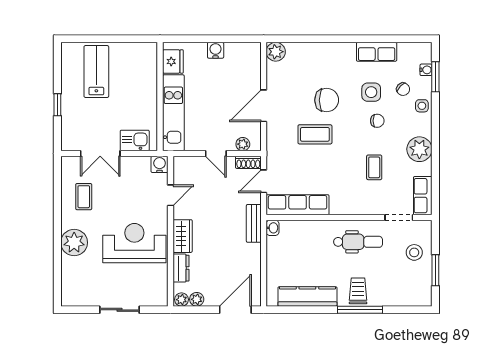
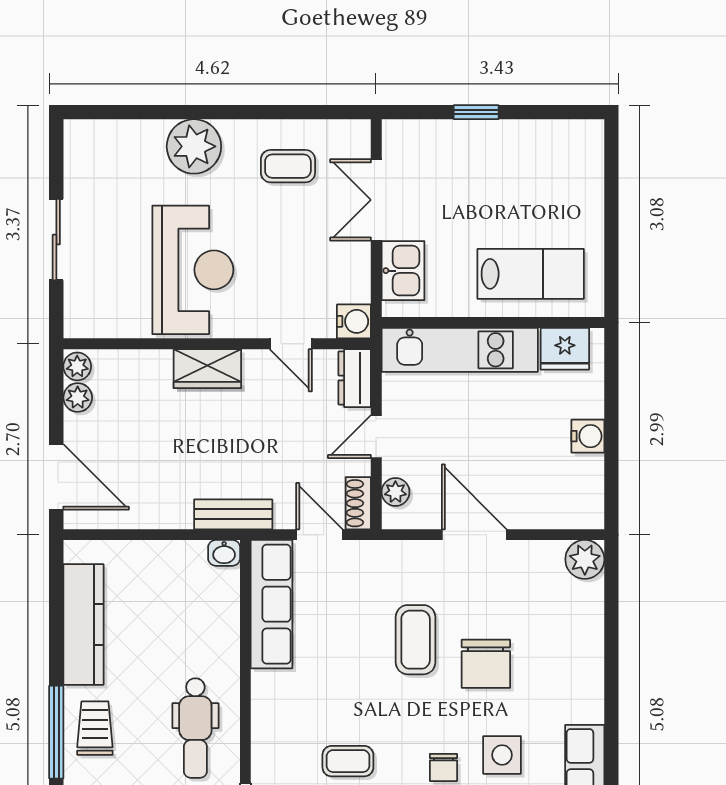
lab bench: (96, 72) -> (531, 274), moved
dresser: (181, 268) -> (355, 378), moved, turned 90
trolley: (358, 291) -> (95, 728), turned -90

